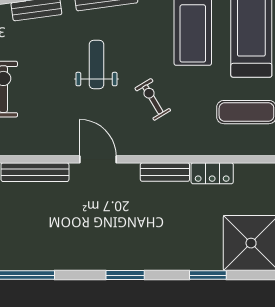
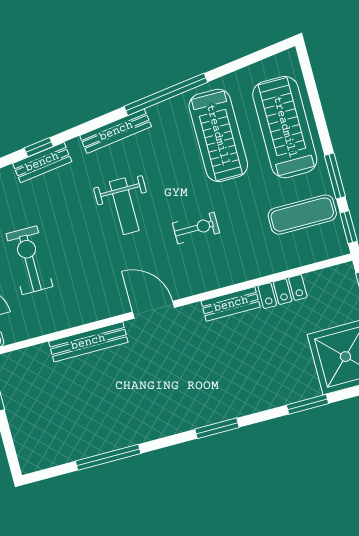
weight bench: (96, 64) -> (124, 206), turned 180
exercise bike: (153, 99) -> (196, 228), turned 121

